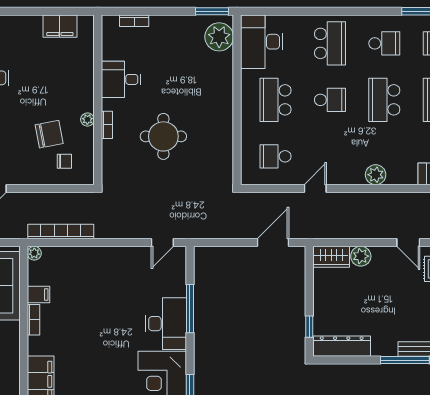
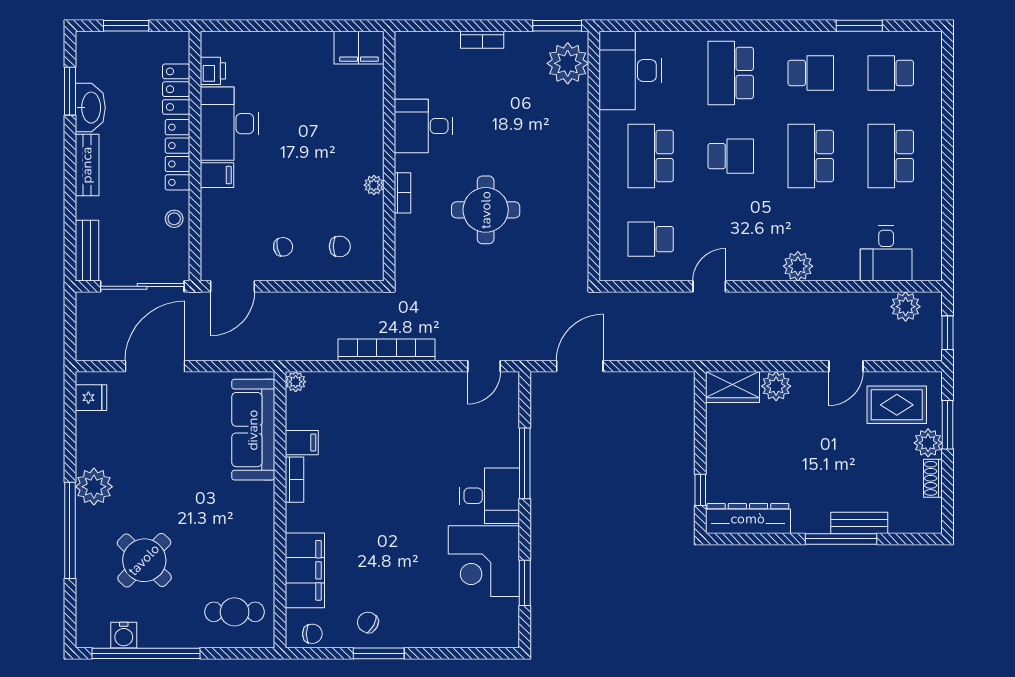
bookcase: (134, 21) -> (482, 40), moved
filing cabinet: (60, 26) -> (359, 48), moved
school desk: (330, 43) -> (731, 73), turned 180
chair: (49, 134) -> (283, 247), moved, width x0.54, depth x0.54
bookcase: (61, 232) -> (387, 350), moved
door: (273, 243) -> (580, 366), moved
door: (408, 243) -> (846, 366), hinge flipped
desk: (166, 324) -> (489, 496), width x0.73

